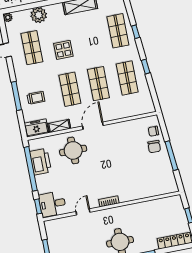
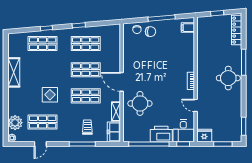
plant: (39, 15) -> (15, 123), moved
printer: (40, 162) -> (161, 134), moved
filing cabinet: (167, 187) -> (188, 28), added
fridge: (52, 228) -> (204, 136), added

